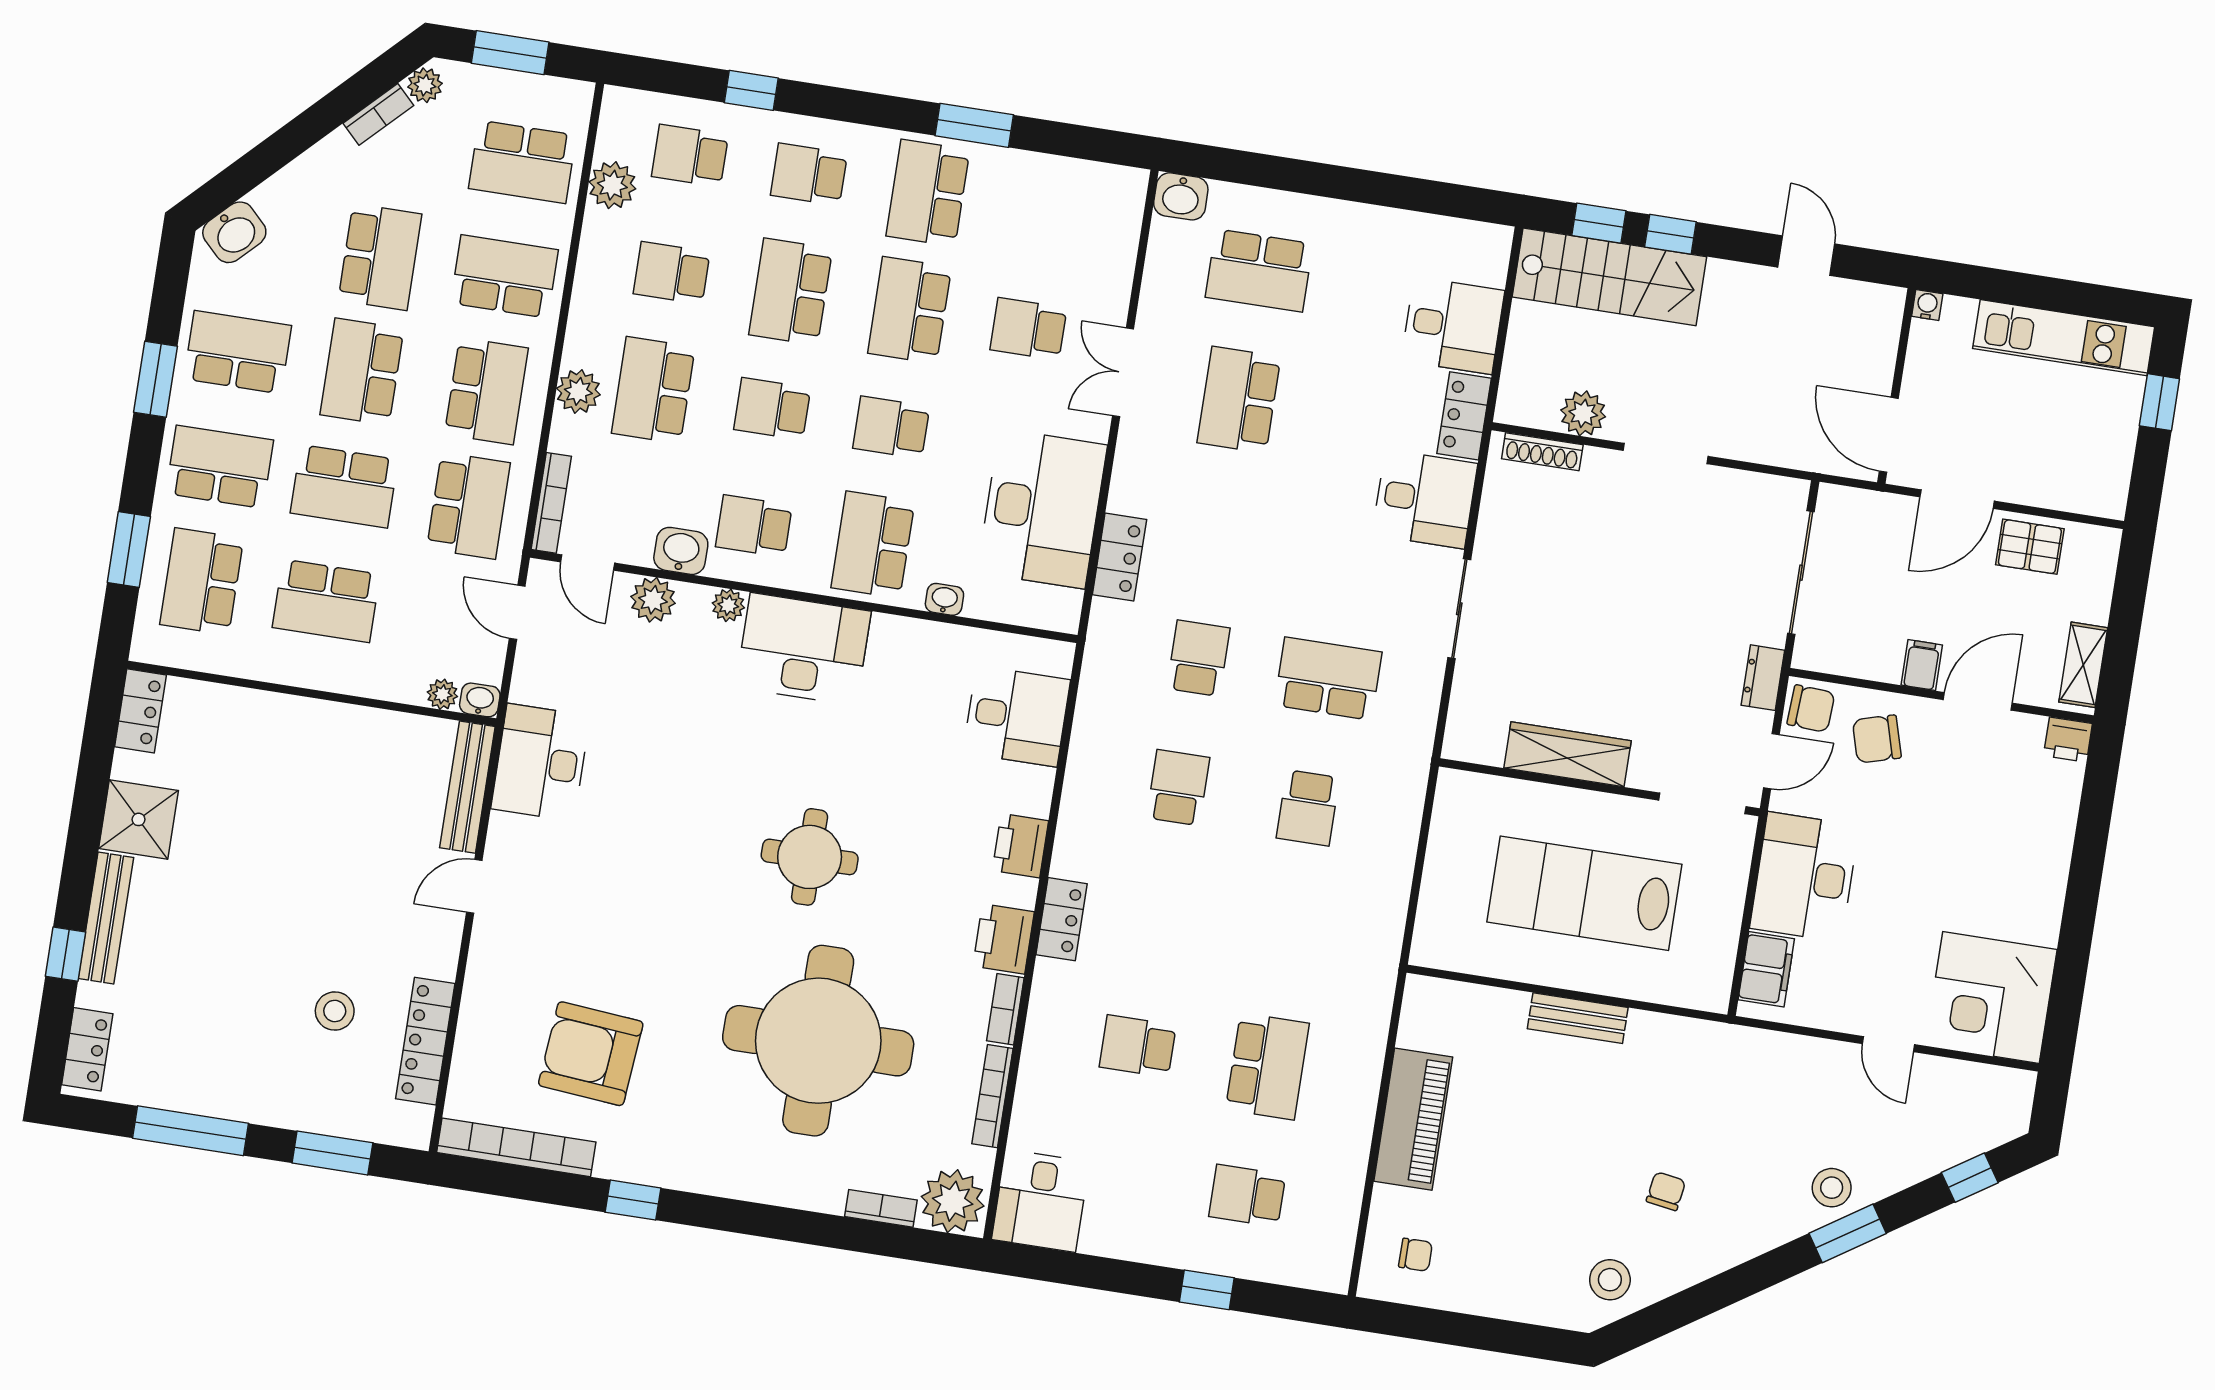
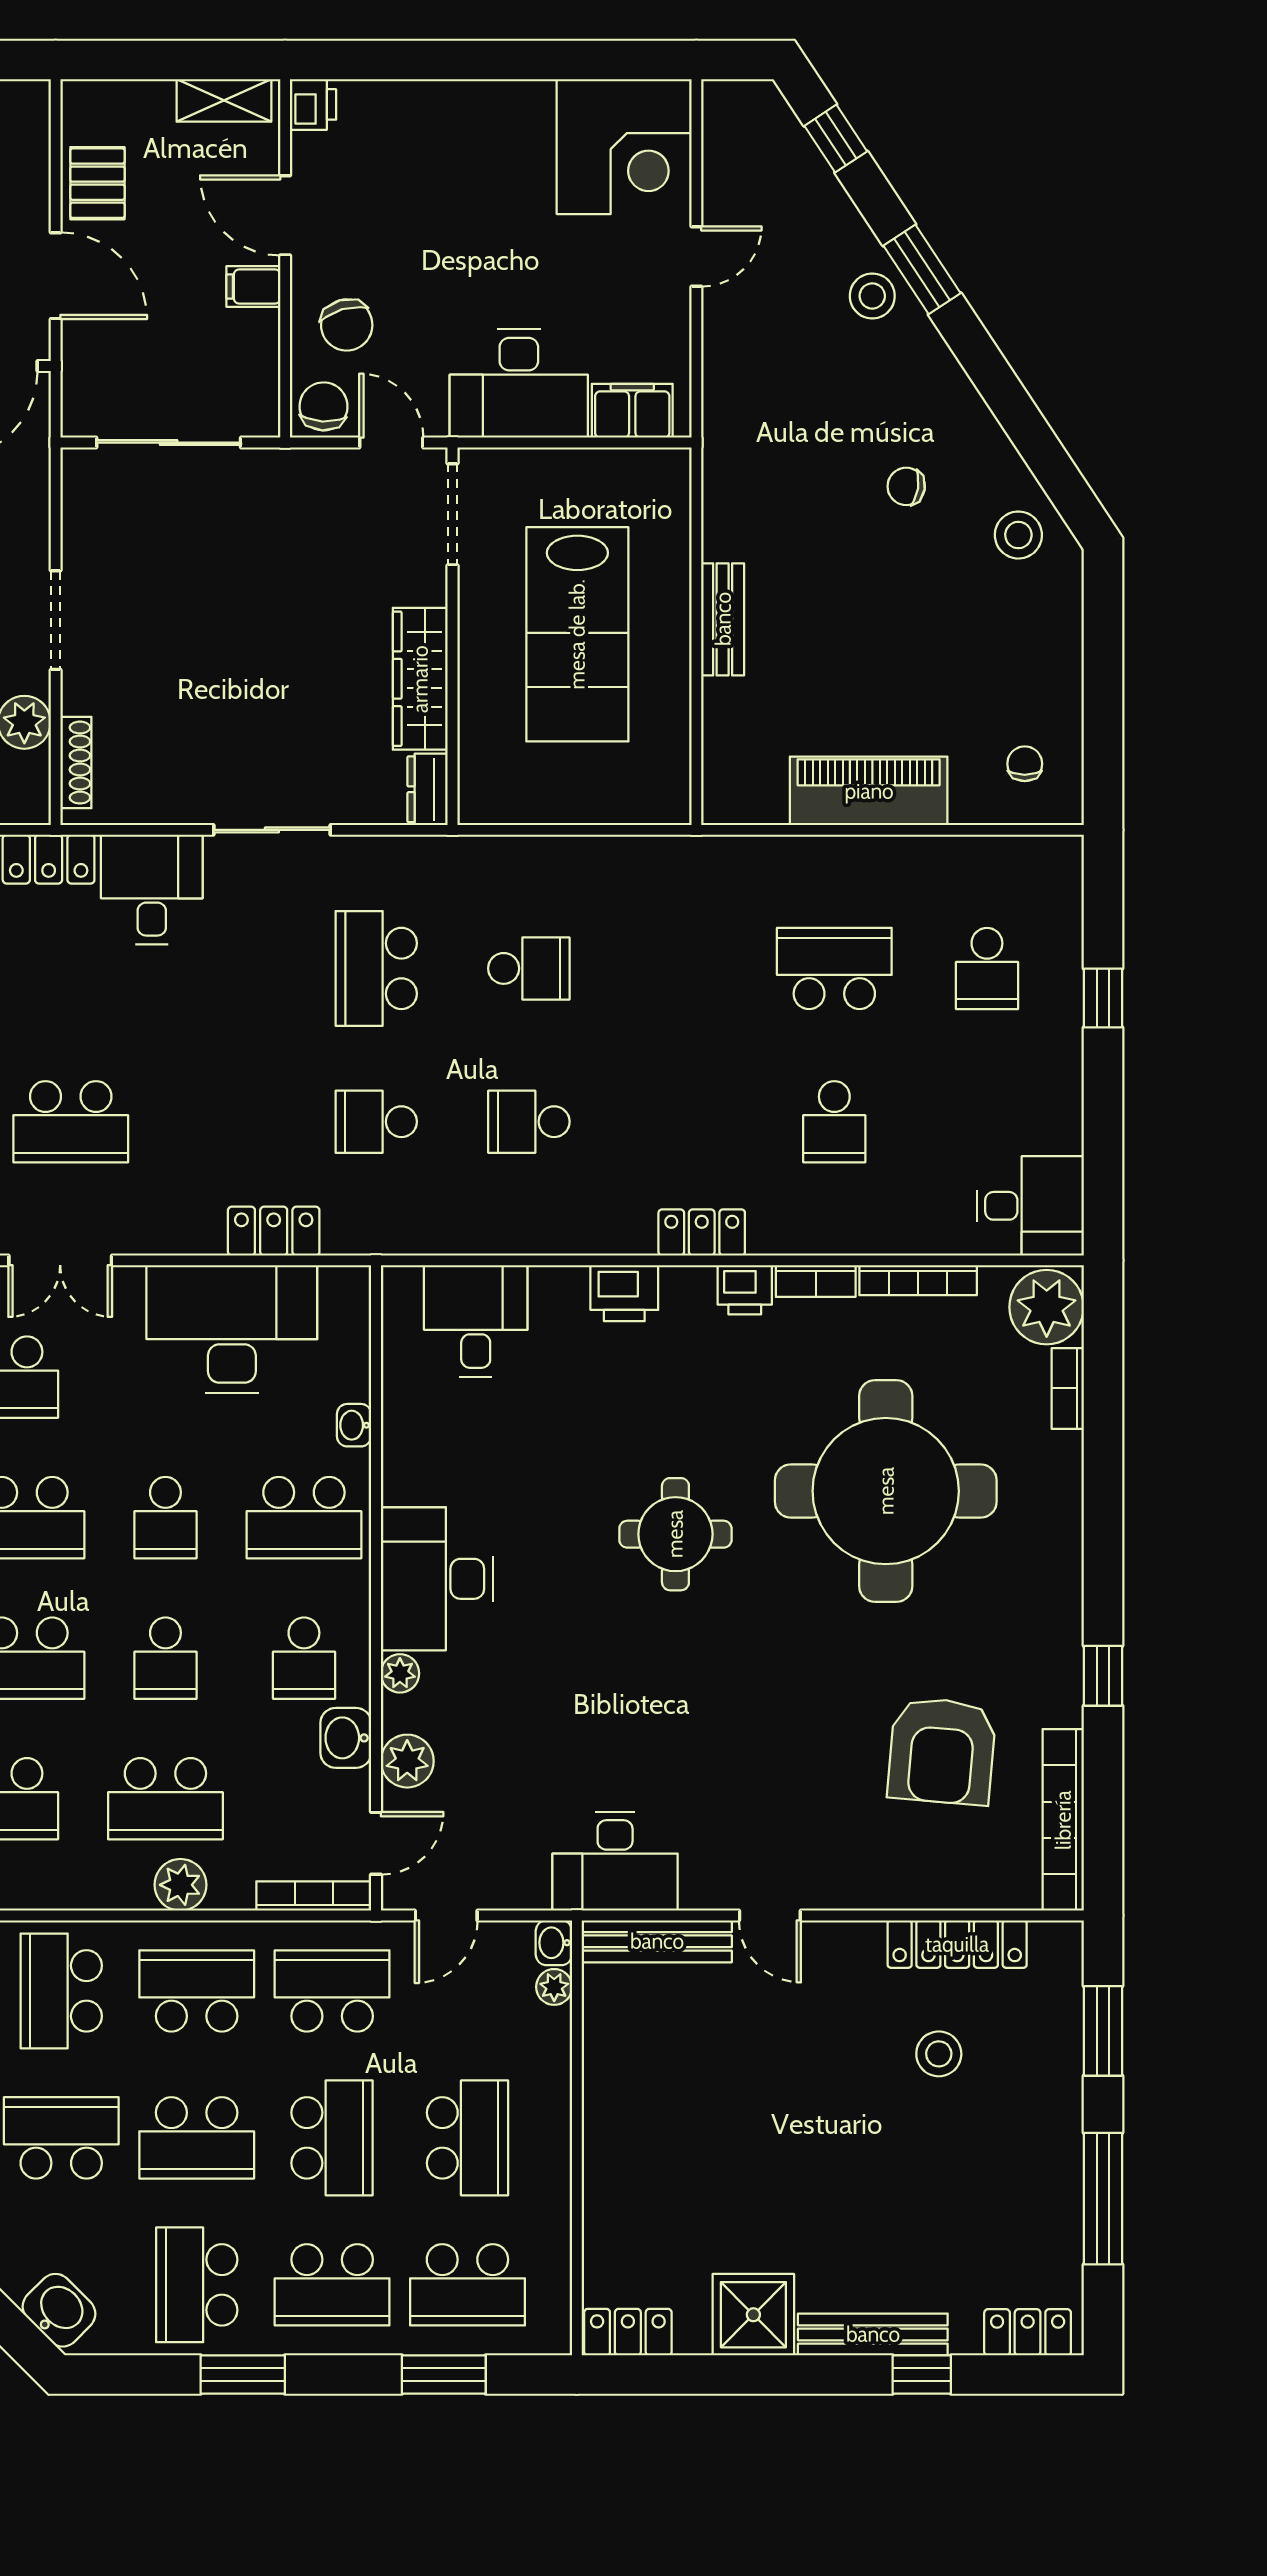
school desk: (220, 467) -> (332, 2285), turned -90
dresser: (1763, 678) -> (428, 789), moved, turned 90
printer: (1004, 939) -> (745, 1290), width x0.73, depth x0.81

